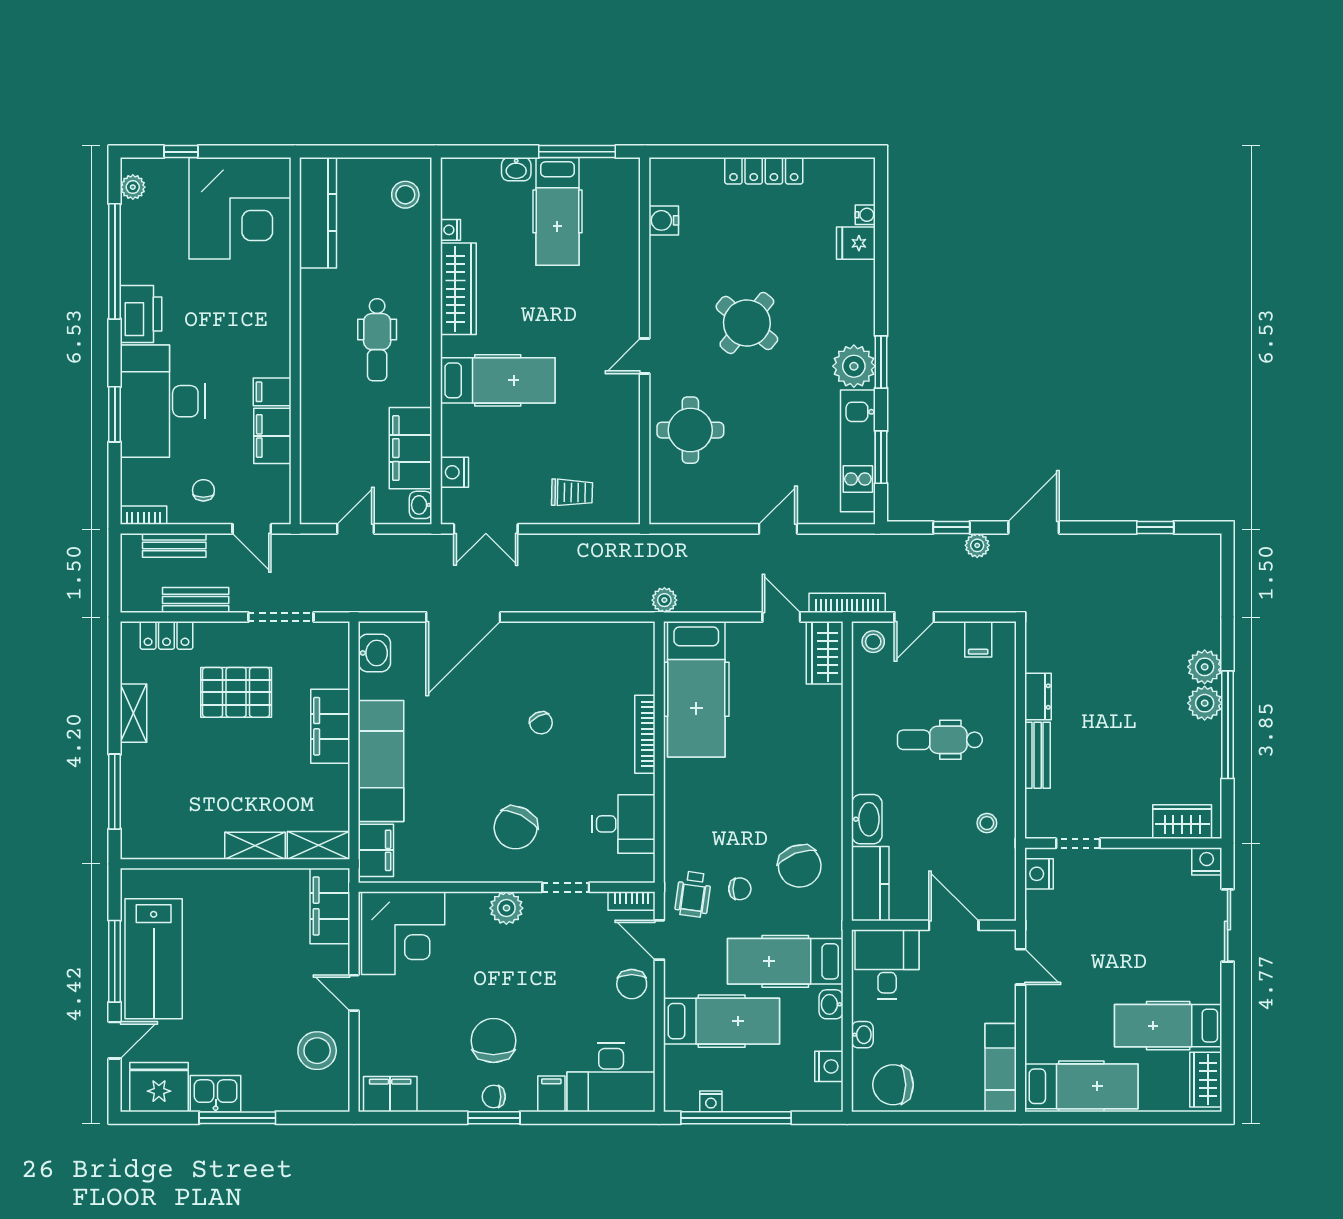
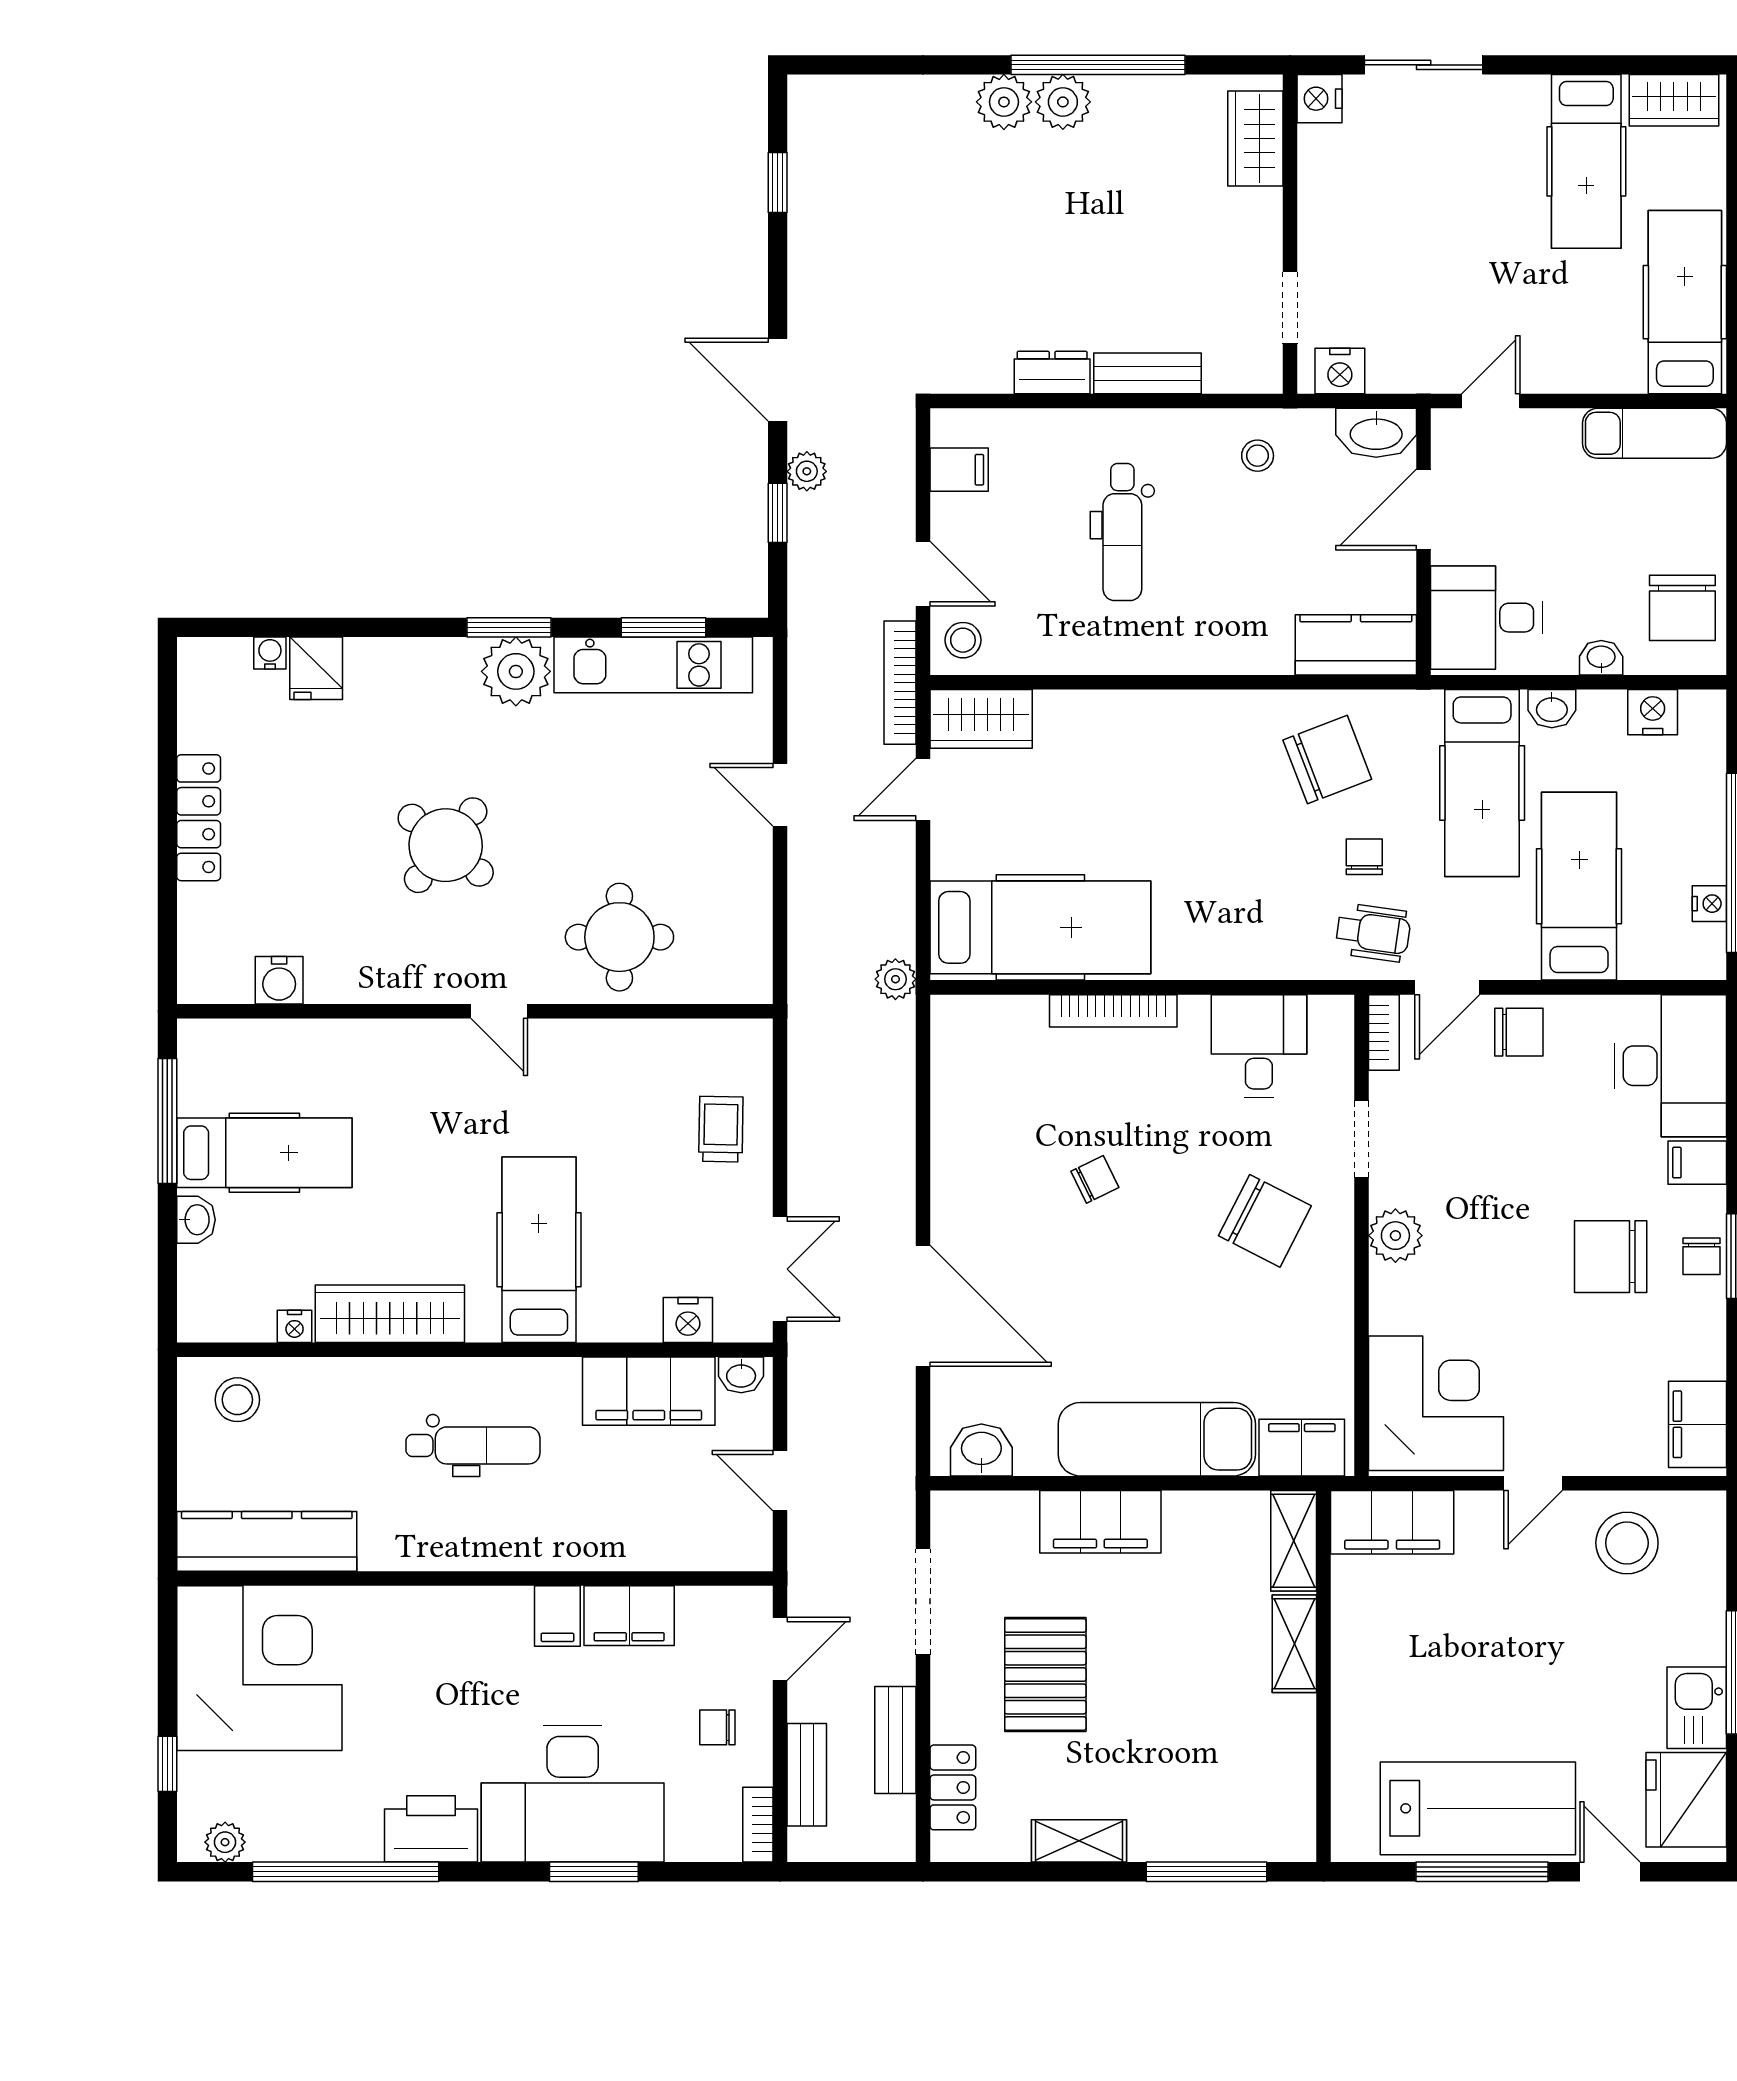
washbasin: (867, 819) -> (1376, 433), moved, turned 180

